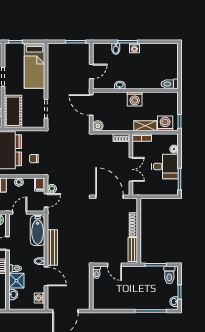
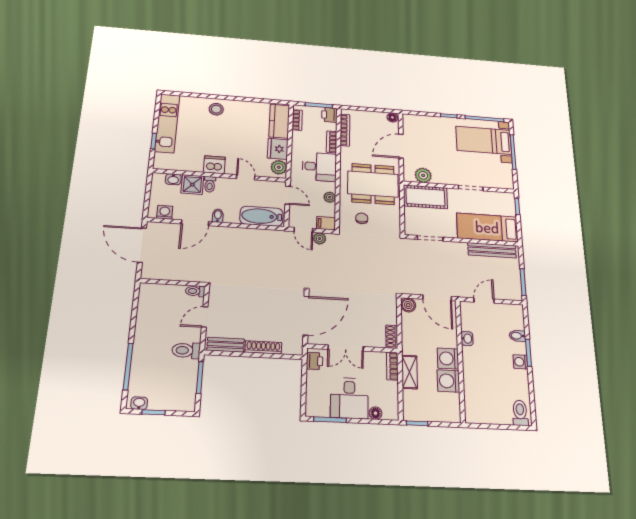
door: (91, 71) -> (484, 301), swing flipped
toilet: (170, 84) -> (520, 413), moved
door: (91, 105) -> (437, 298), swing flipped
washing machine: (165, 123) -> (448, 381), moved, turned 180
printer: (141, 190) -> (315, 361), added
bench: (52, 248) -> (492, 250), moved
toilet: (169, 275) -> (186, 350), moved

